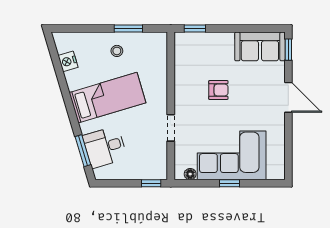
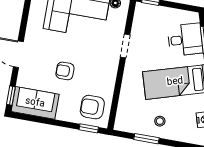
armchair: (195, 53) -> (92, 107), added
armchair: (218, 90) -> (65, 71), moved

